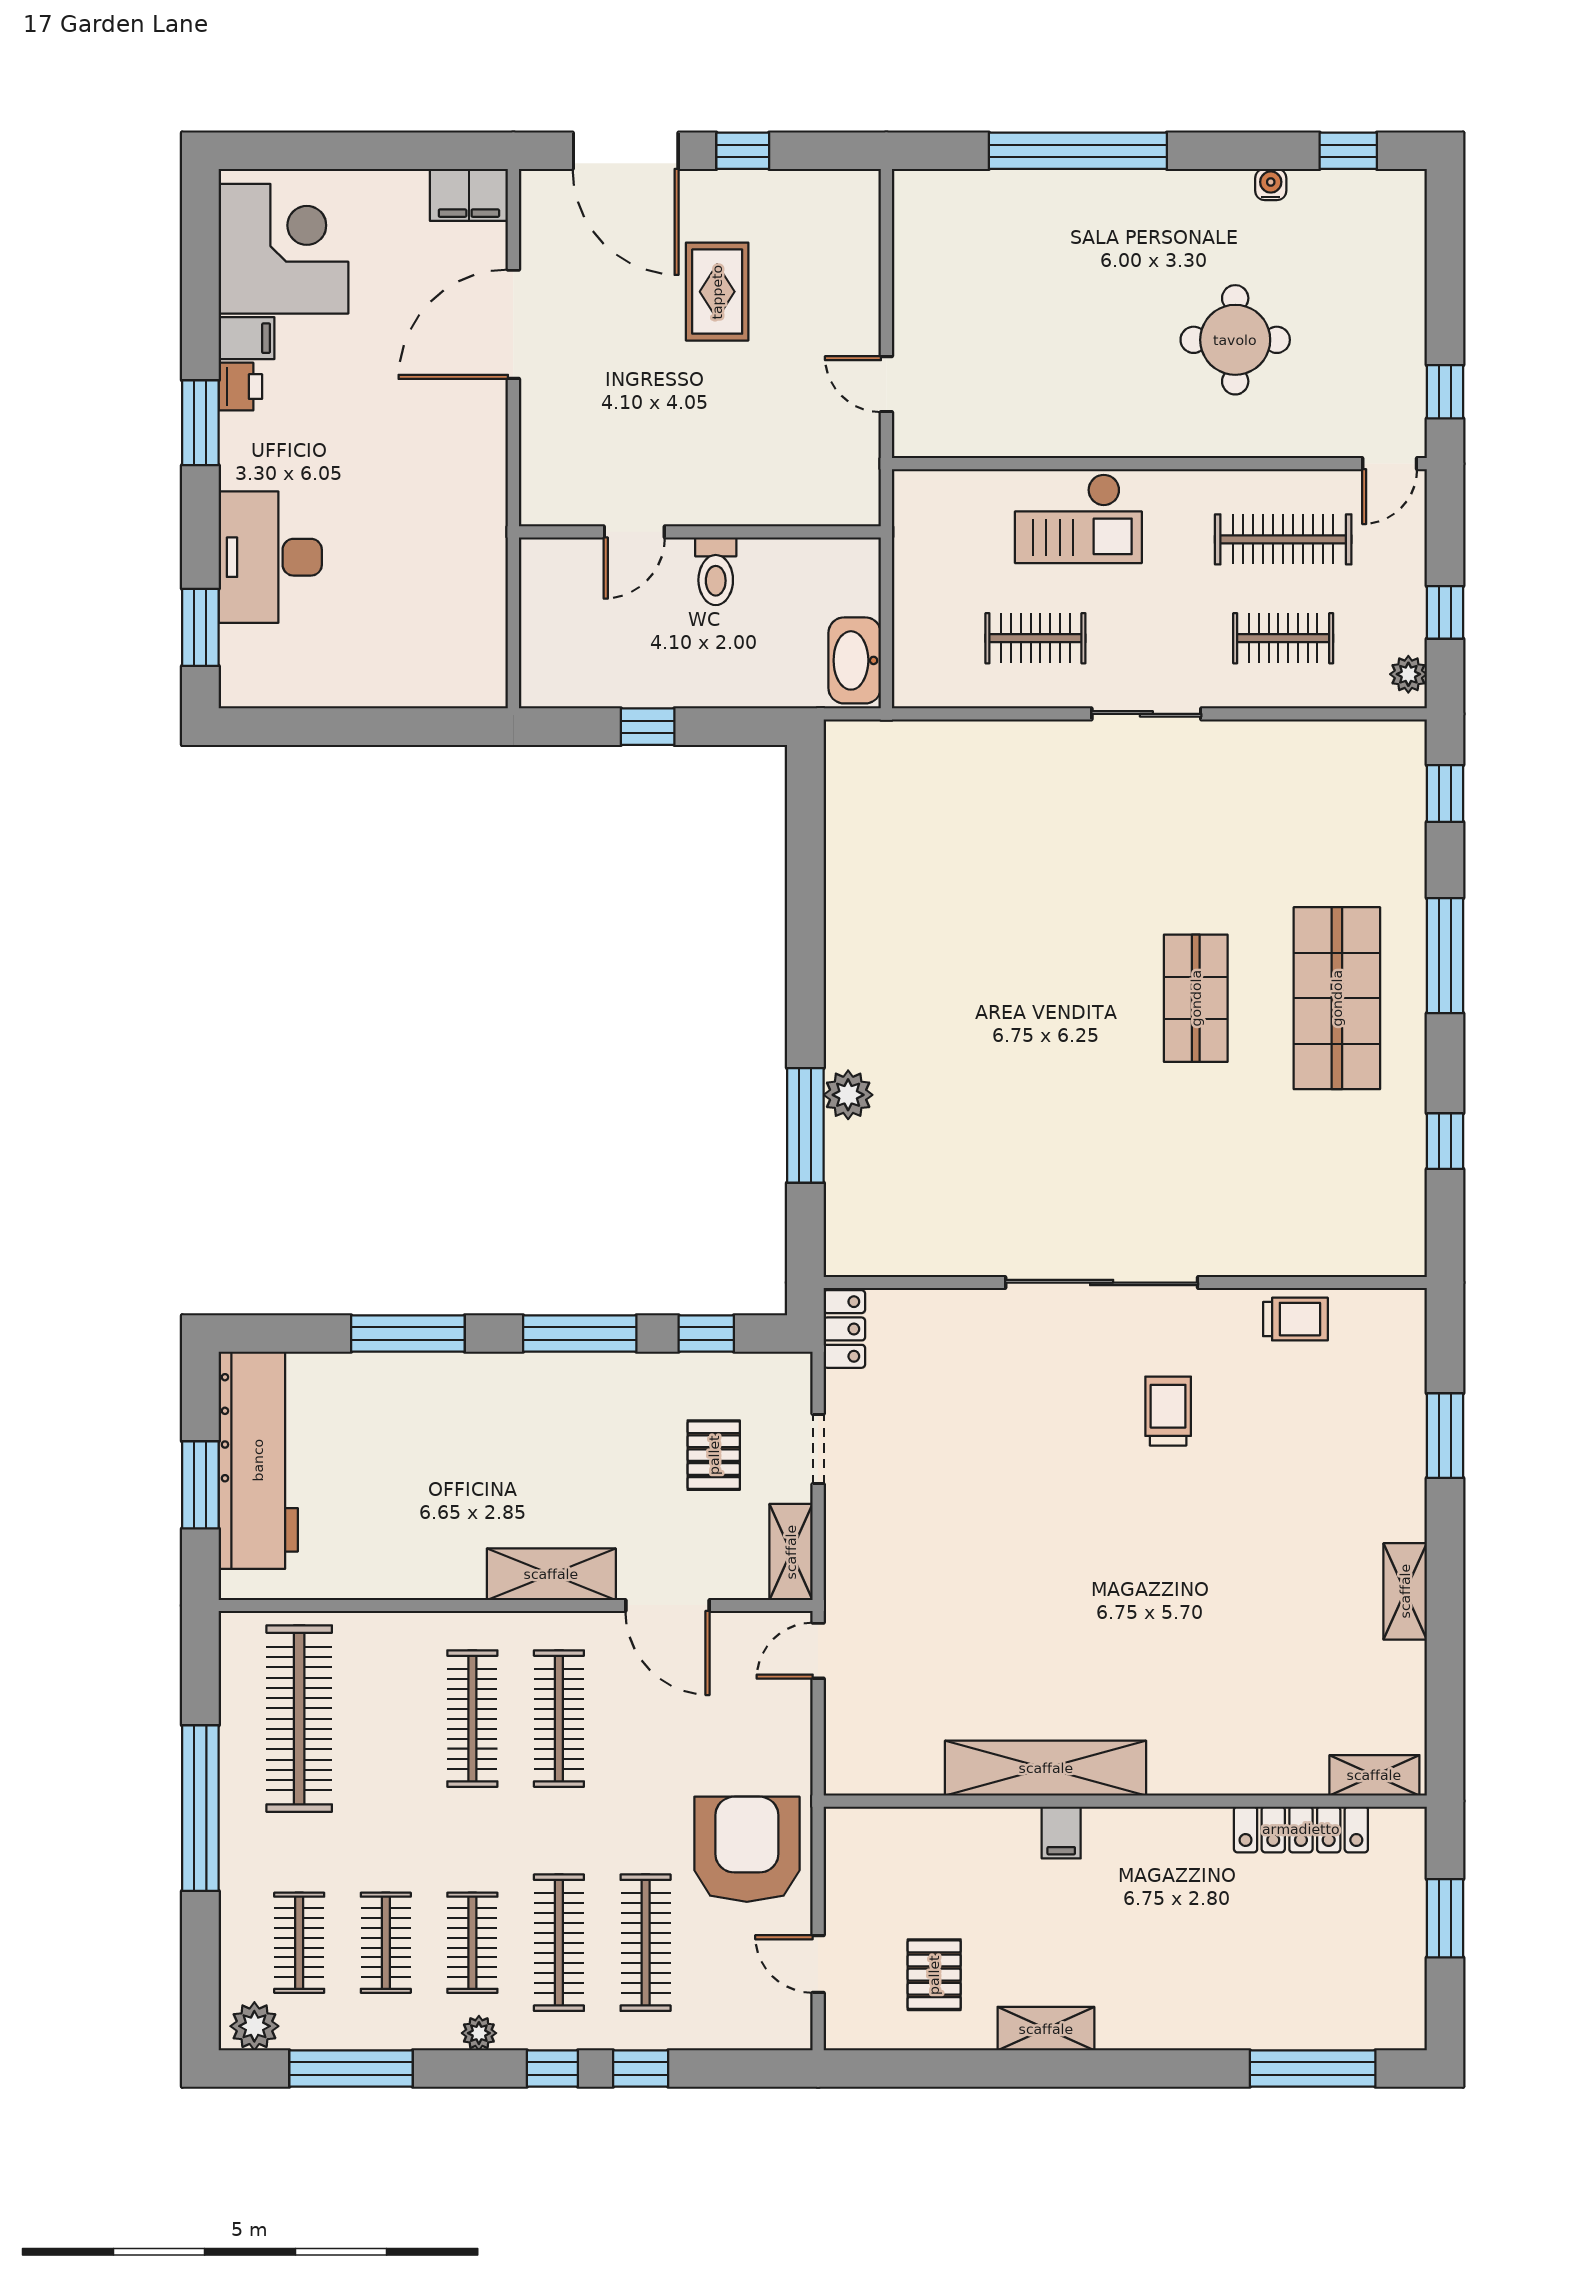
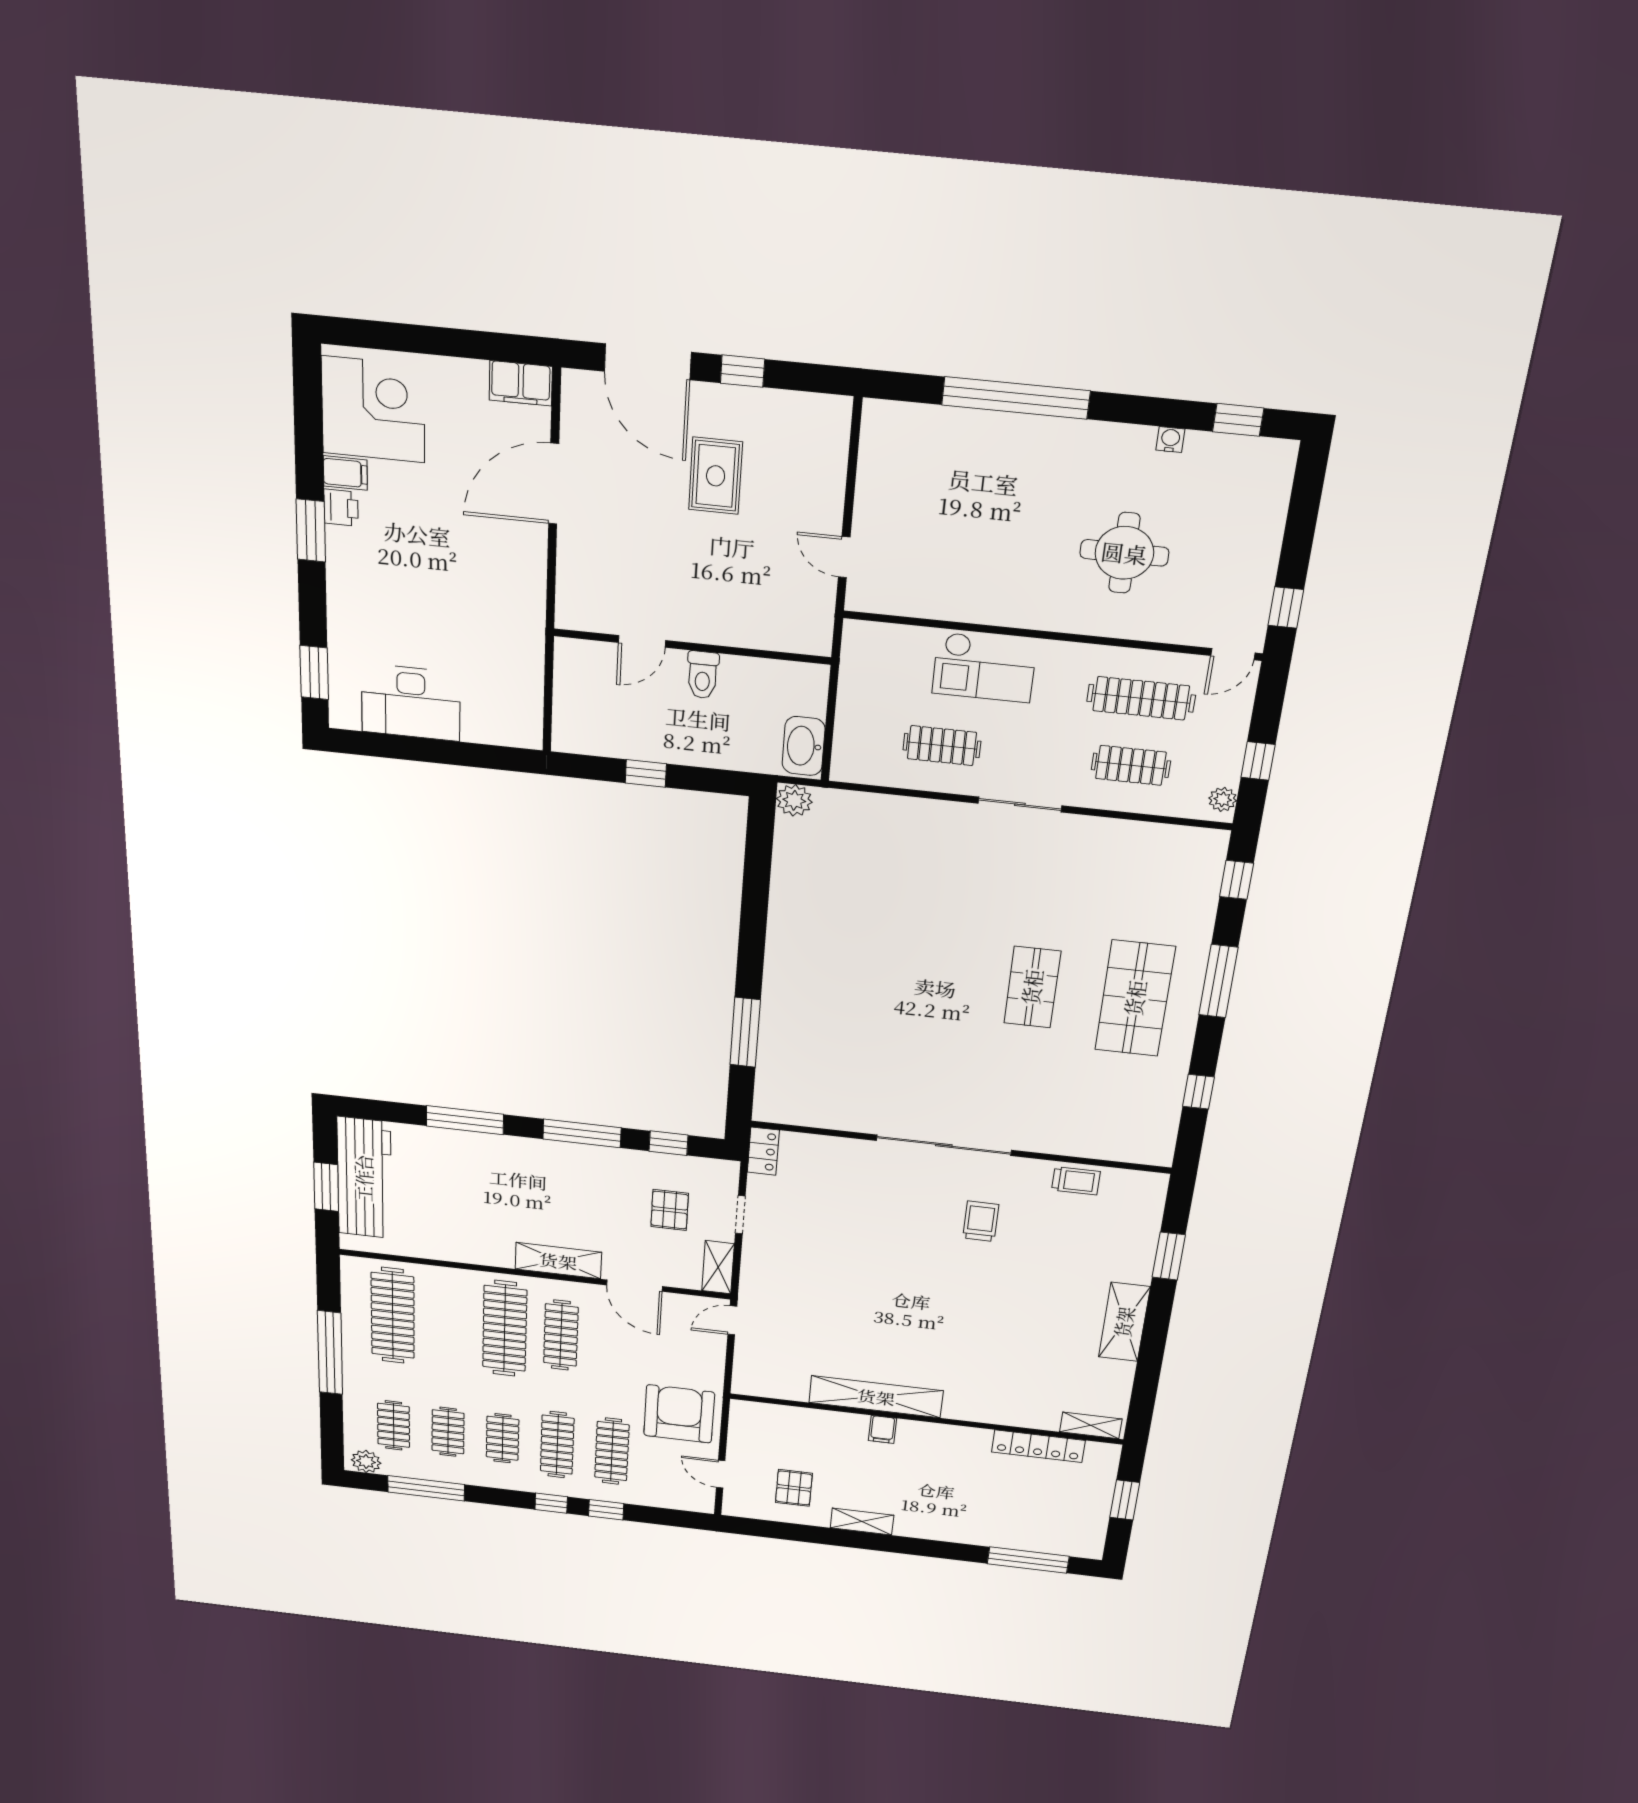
desk: (270, 557) -> (411, 702), moved, turned -90
plant: (848, 1095) -> (794, 800), moved
shelving: (1405, 1591) -> (1124, 1322), width x1.50, depth x1.33
clothes rail: (472, 1719) -> (505, 1329), width x1.37, depth x1.31
plant: (479, 2033) -> (506, 1481), removed

